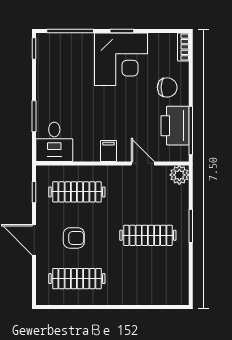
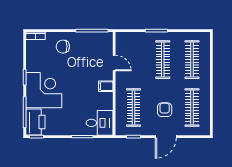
corner desk: (121, 59) -> (44, 90), moved
chair: (167, 87) -> (63, 47), turned -90
printer: (175, 126) -> (35, 122), moved, turned -90
door: (143, 163) -> (114, 63), swing flipped
plant: (179, 175) -> (122, 38), removed
clothes rail: (148, 279) -> (192, 60), added

